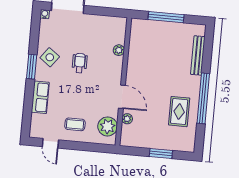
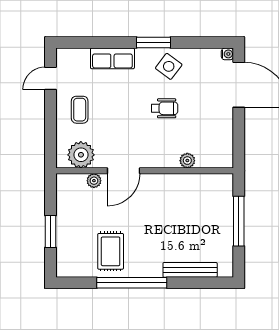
rug: (179, 112) -> (111, 251), turned 90

